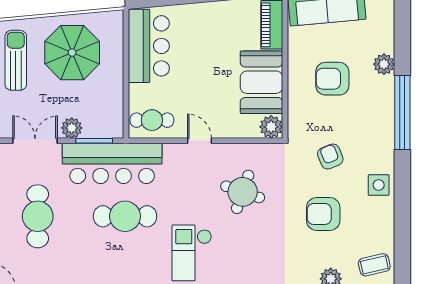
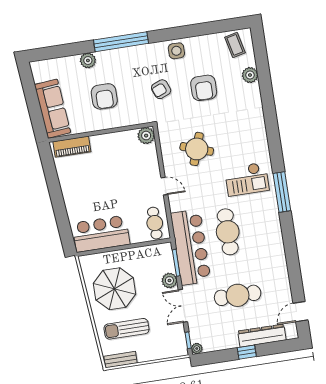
booth: (262, 82) -> (115, 148), removed
door: (199, 141) -> (164, 186), swing flipped

